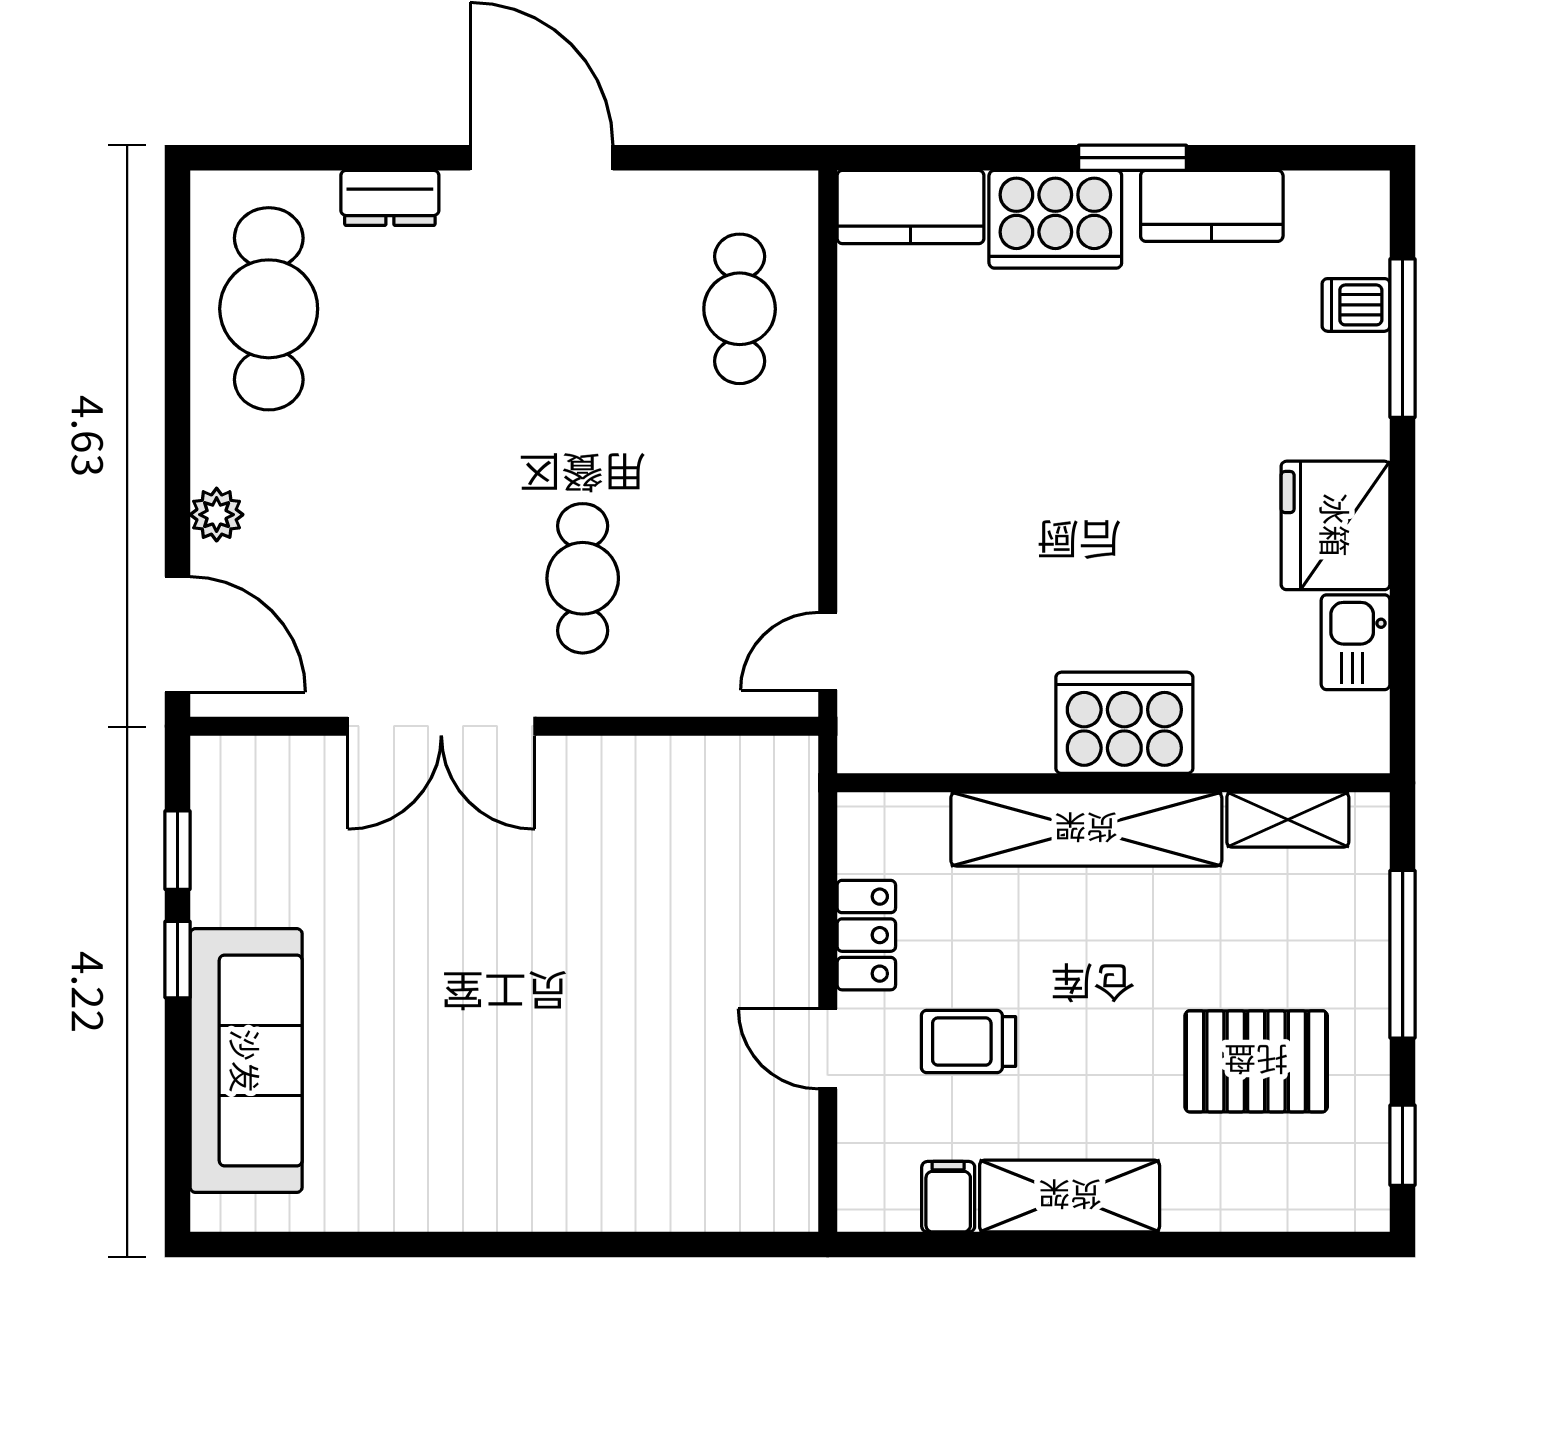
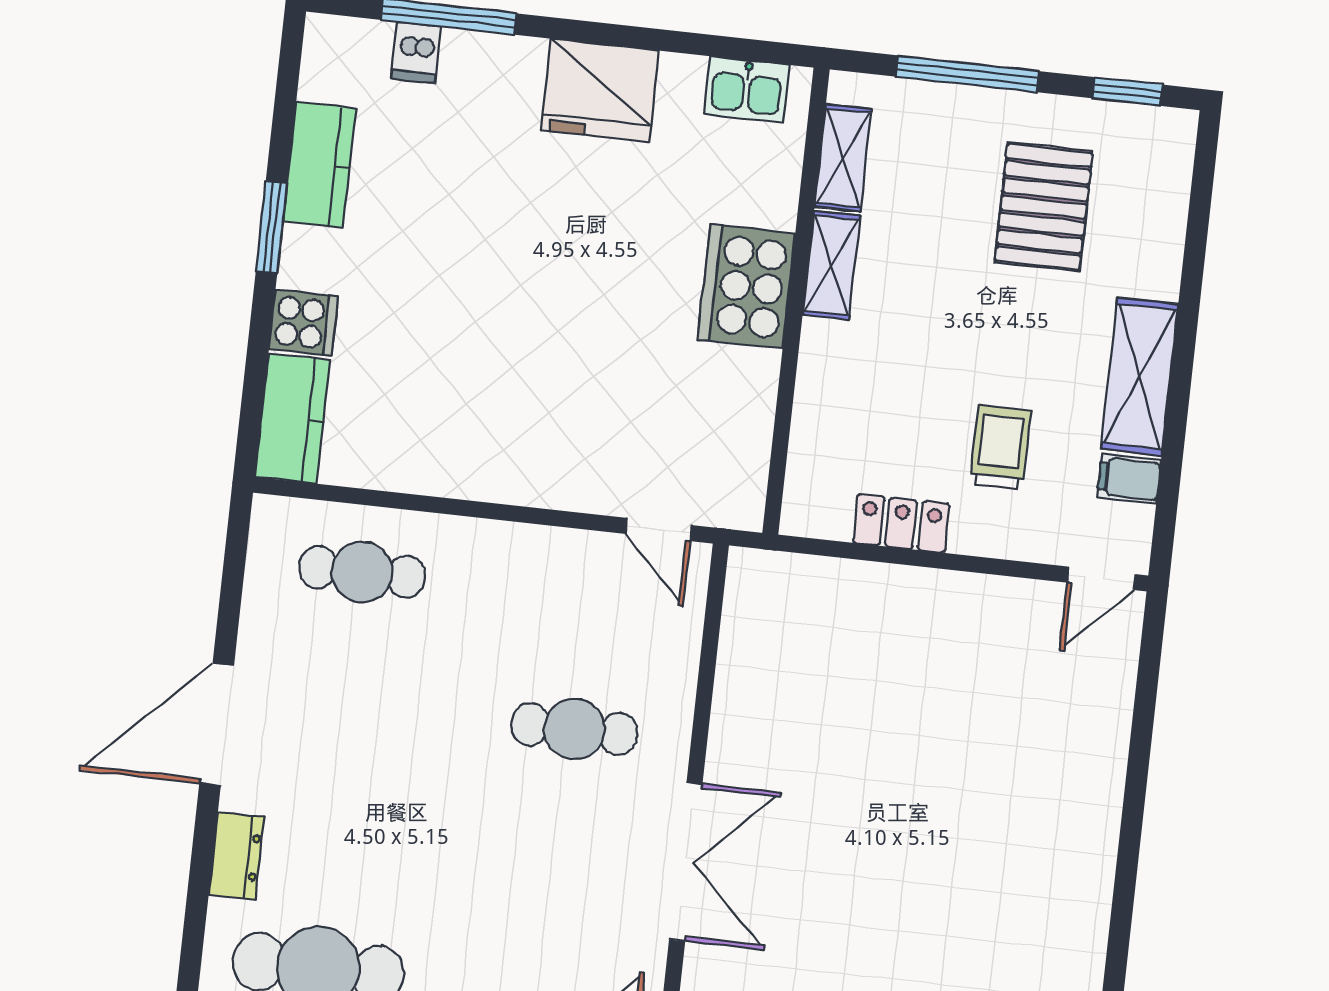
cooker: (1055, 219) -> (303, 323), width x0.53, depth x0.76
kitchen sink: (1356, 642) -> (747, 89), moved
shelving: (1086, 829) -> (831, 265), width x0.45, depth x0.75
trolley: (968, 1042) -> (1000, 447), turned 180
door: (828, 1049) -> (1101, 578), moved

